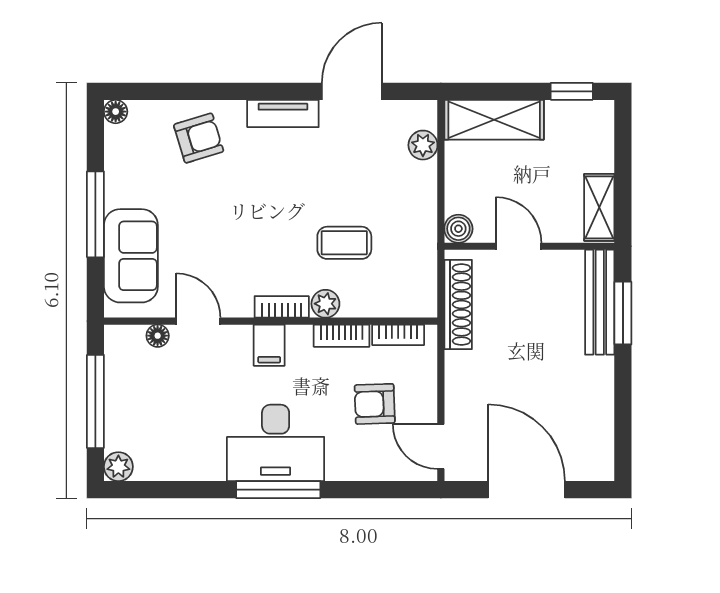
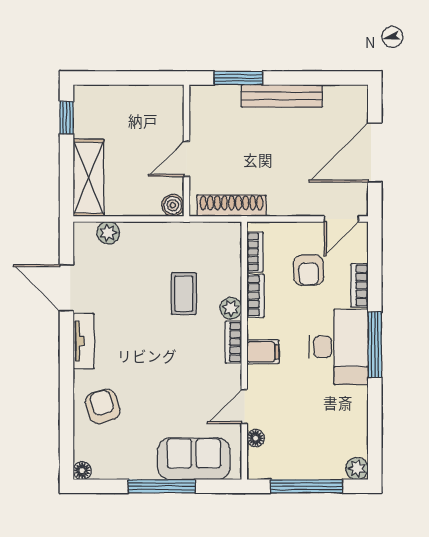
shelving: (599, 207) -> (156, 96), removed
bench: (600, 302) -> (282, 96), moved
bookcase: (355, 470) -> (359, 285), added

